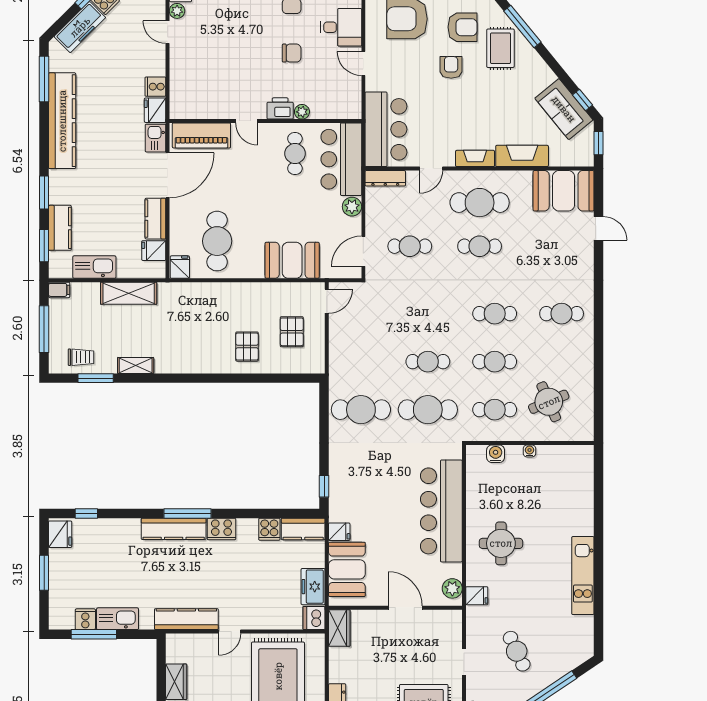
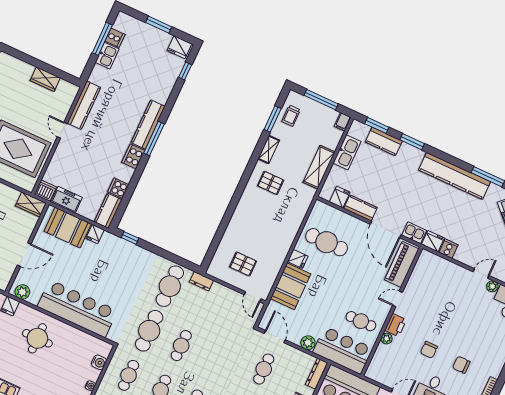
fridge: (180, 267) -> (298, 259), moved
pallet: (247, 347) -> (271, 183), moved
dresser: (337, 373) -> (201, 281), added
kitchen sink: (118, 619) -> (107, 56), width x0.73

